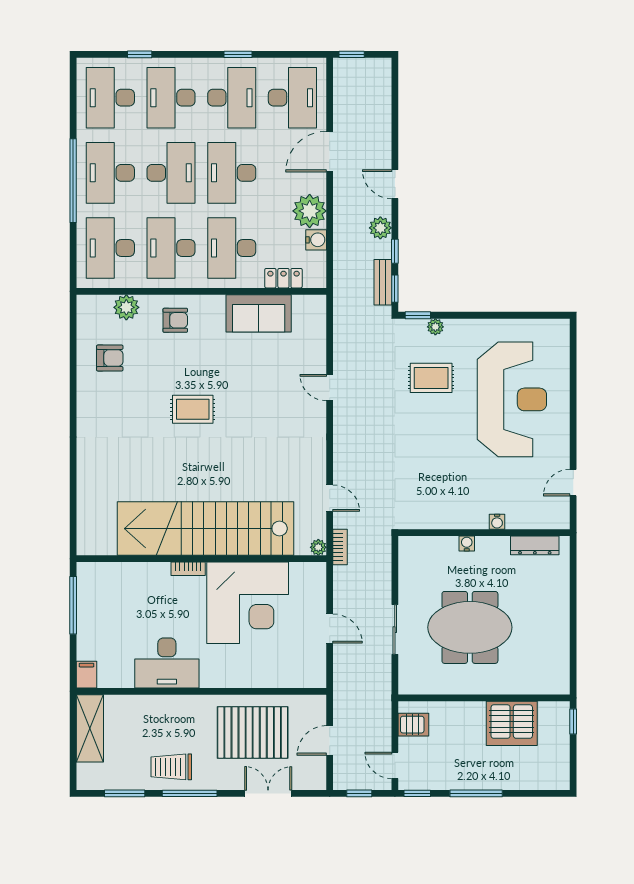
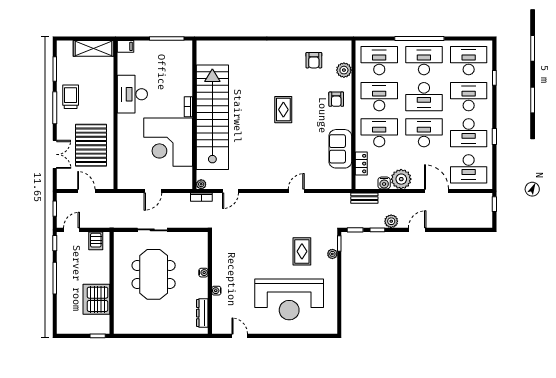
bench: (383, 282) -> (364, 198), moved

